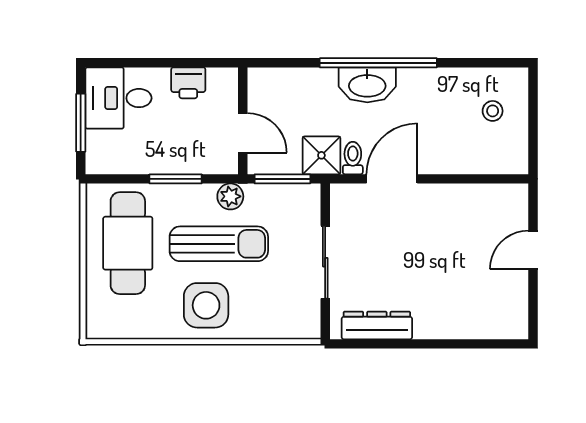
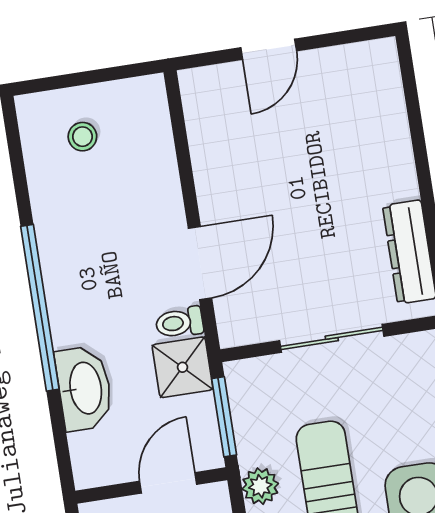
washbasin: (367, 85) -> (84, 388), moved
door: (392, 179) -> (200, 263), swing flipped
door: (533, 250) -> (269, 49), hinge flipped

